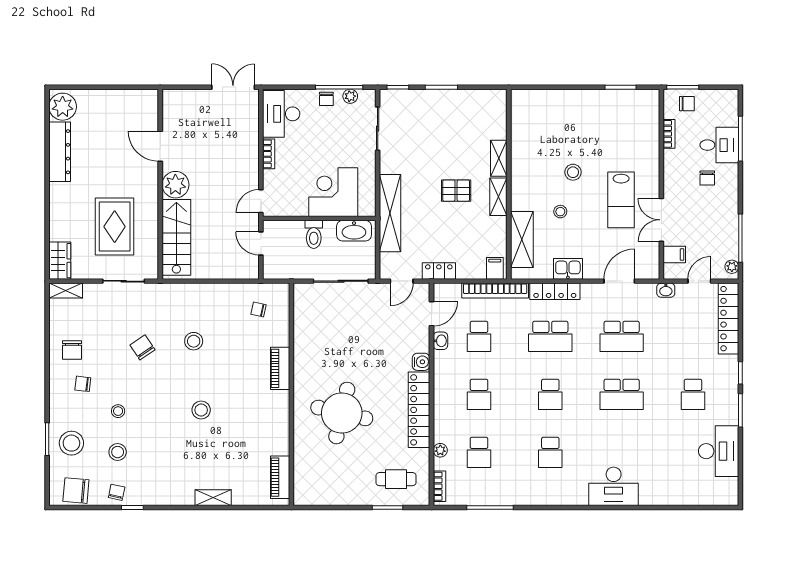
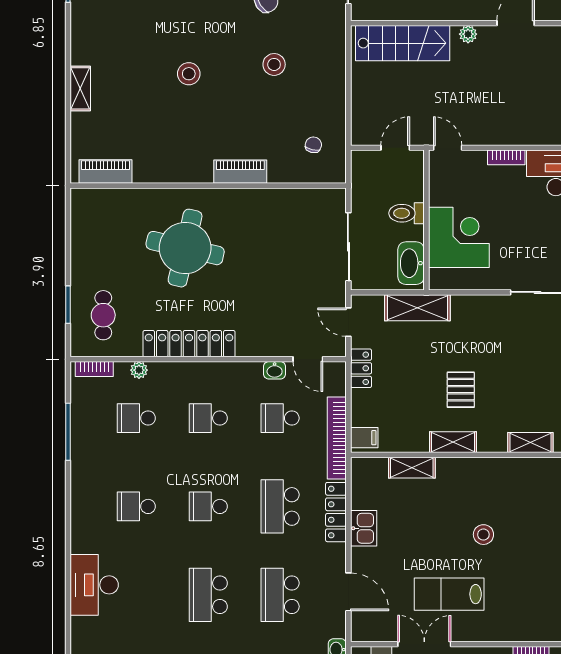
shelving: (499, 158) -> (530, 443), moved
plant: (175, 185) -> (468, 34), width x0.53, depth x0.53
stool: (560, 212) -> (435, 519), removed
shelving: (390, 213) -> (417, 308), width x0.68
shelving: (522, 239) -> (412, 468), width x0.67, depth x0.75
water cooler: (421, 362) -> (248, 346), removed

